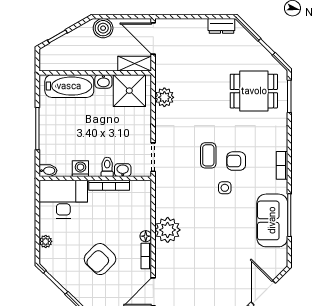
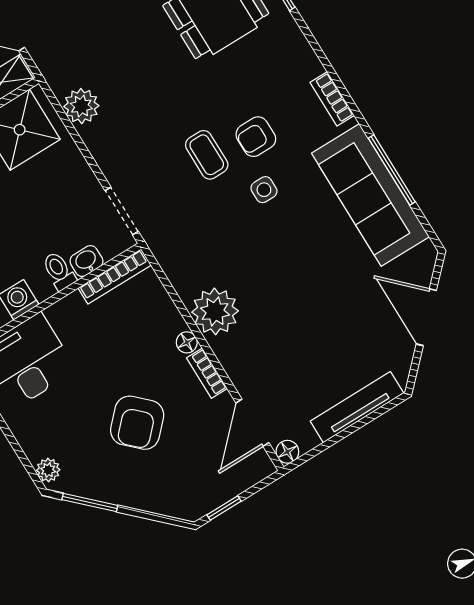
bookcase: (109, 185) -> (115, 277), moved
sofa: (272, 220) -> (370, 195), width x1.36
plant: (46, 241) -> (48, 470), moved

